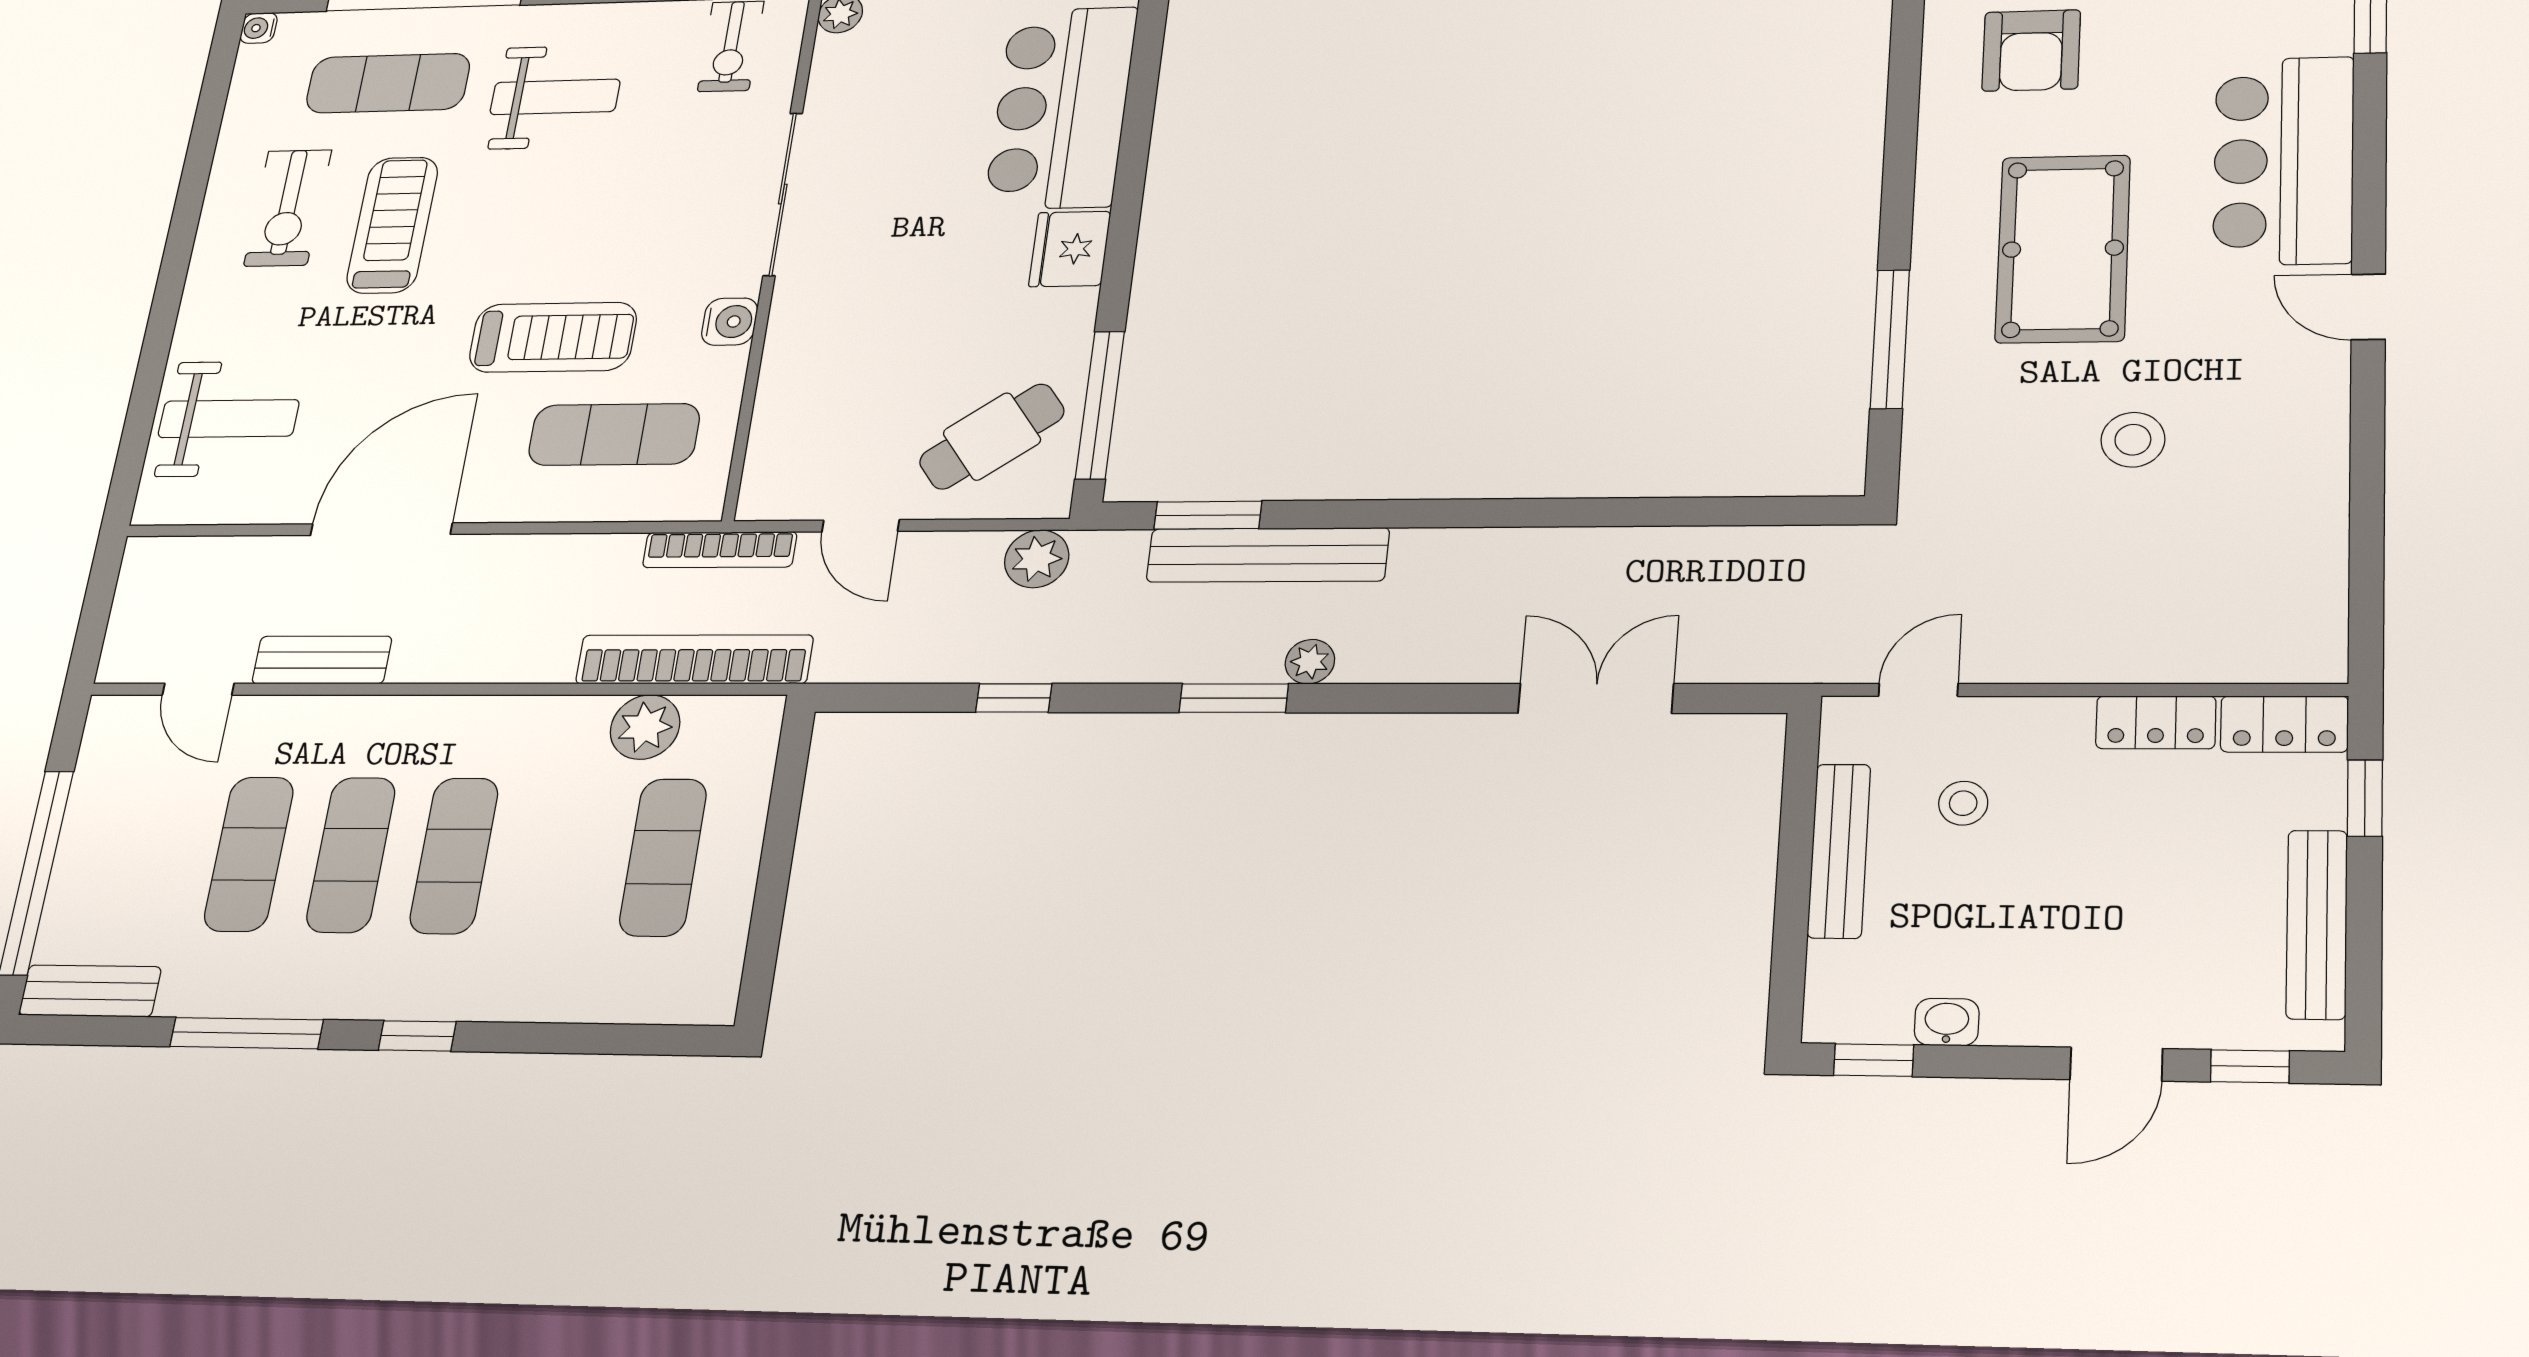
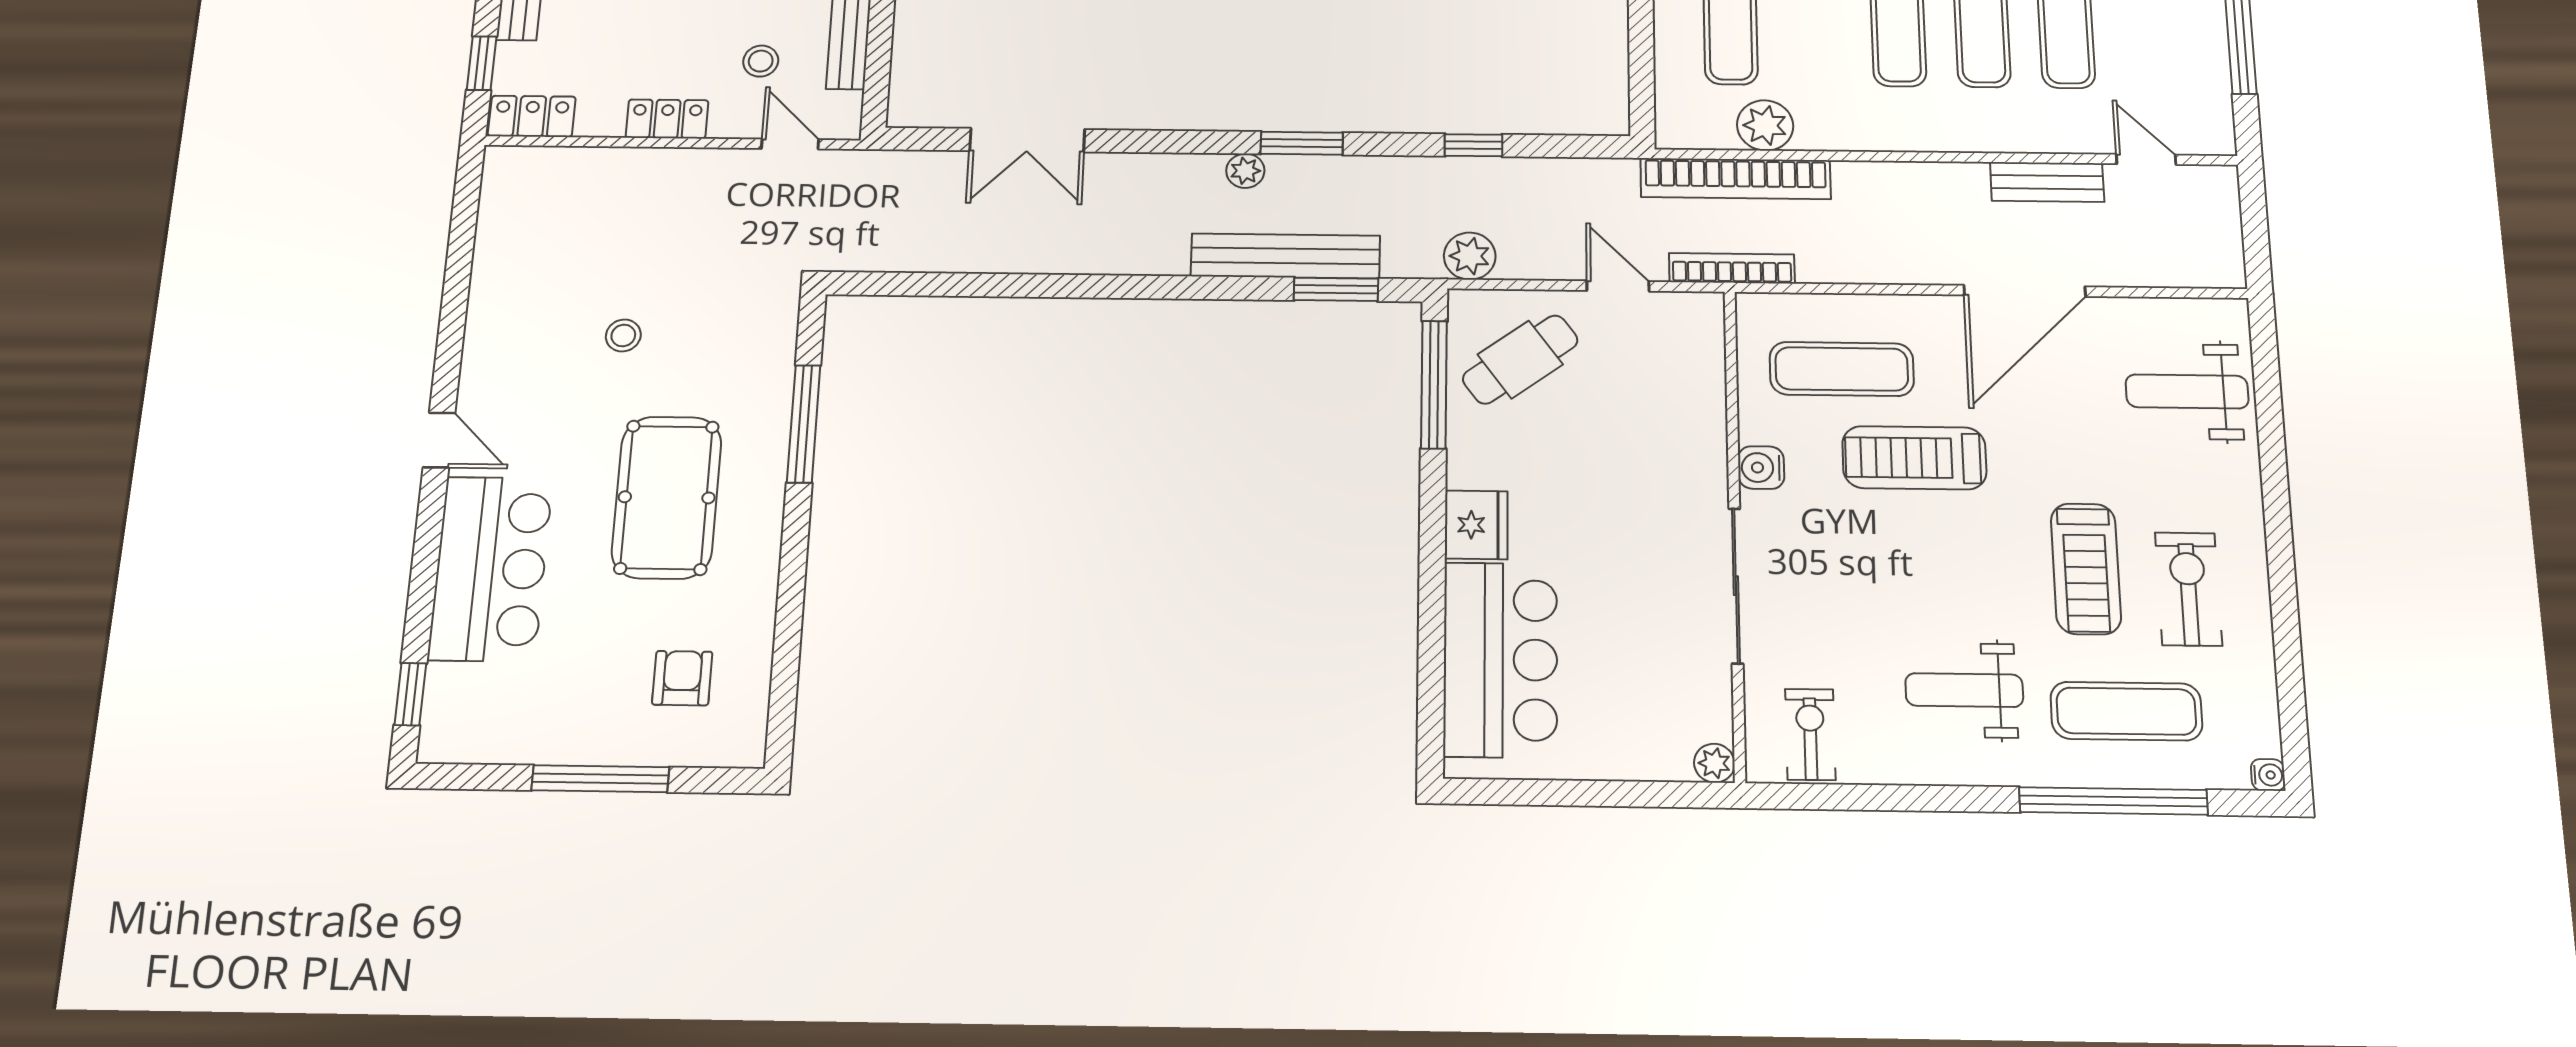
armchair: (2031, 50) -> (682, 678), width x0.72, depth x0.72
stool: (2133, 440) -> (623, 336), width x0.73, depth x0.73
door: (1918, 690) -> (790, 144), swing flipped
locker: (2156, 722) -> (667, 119), moved

